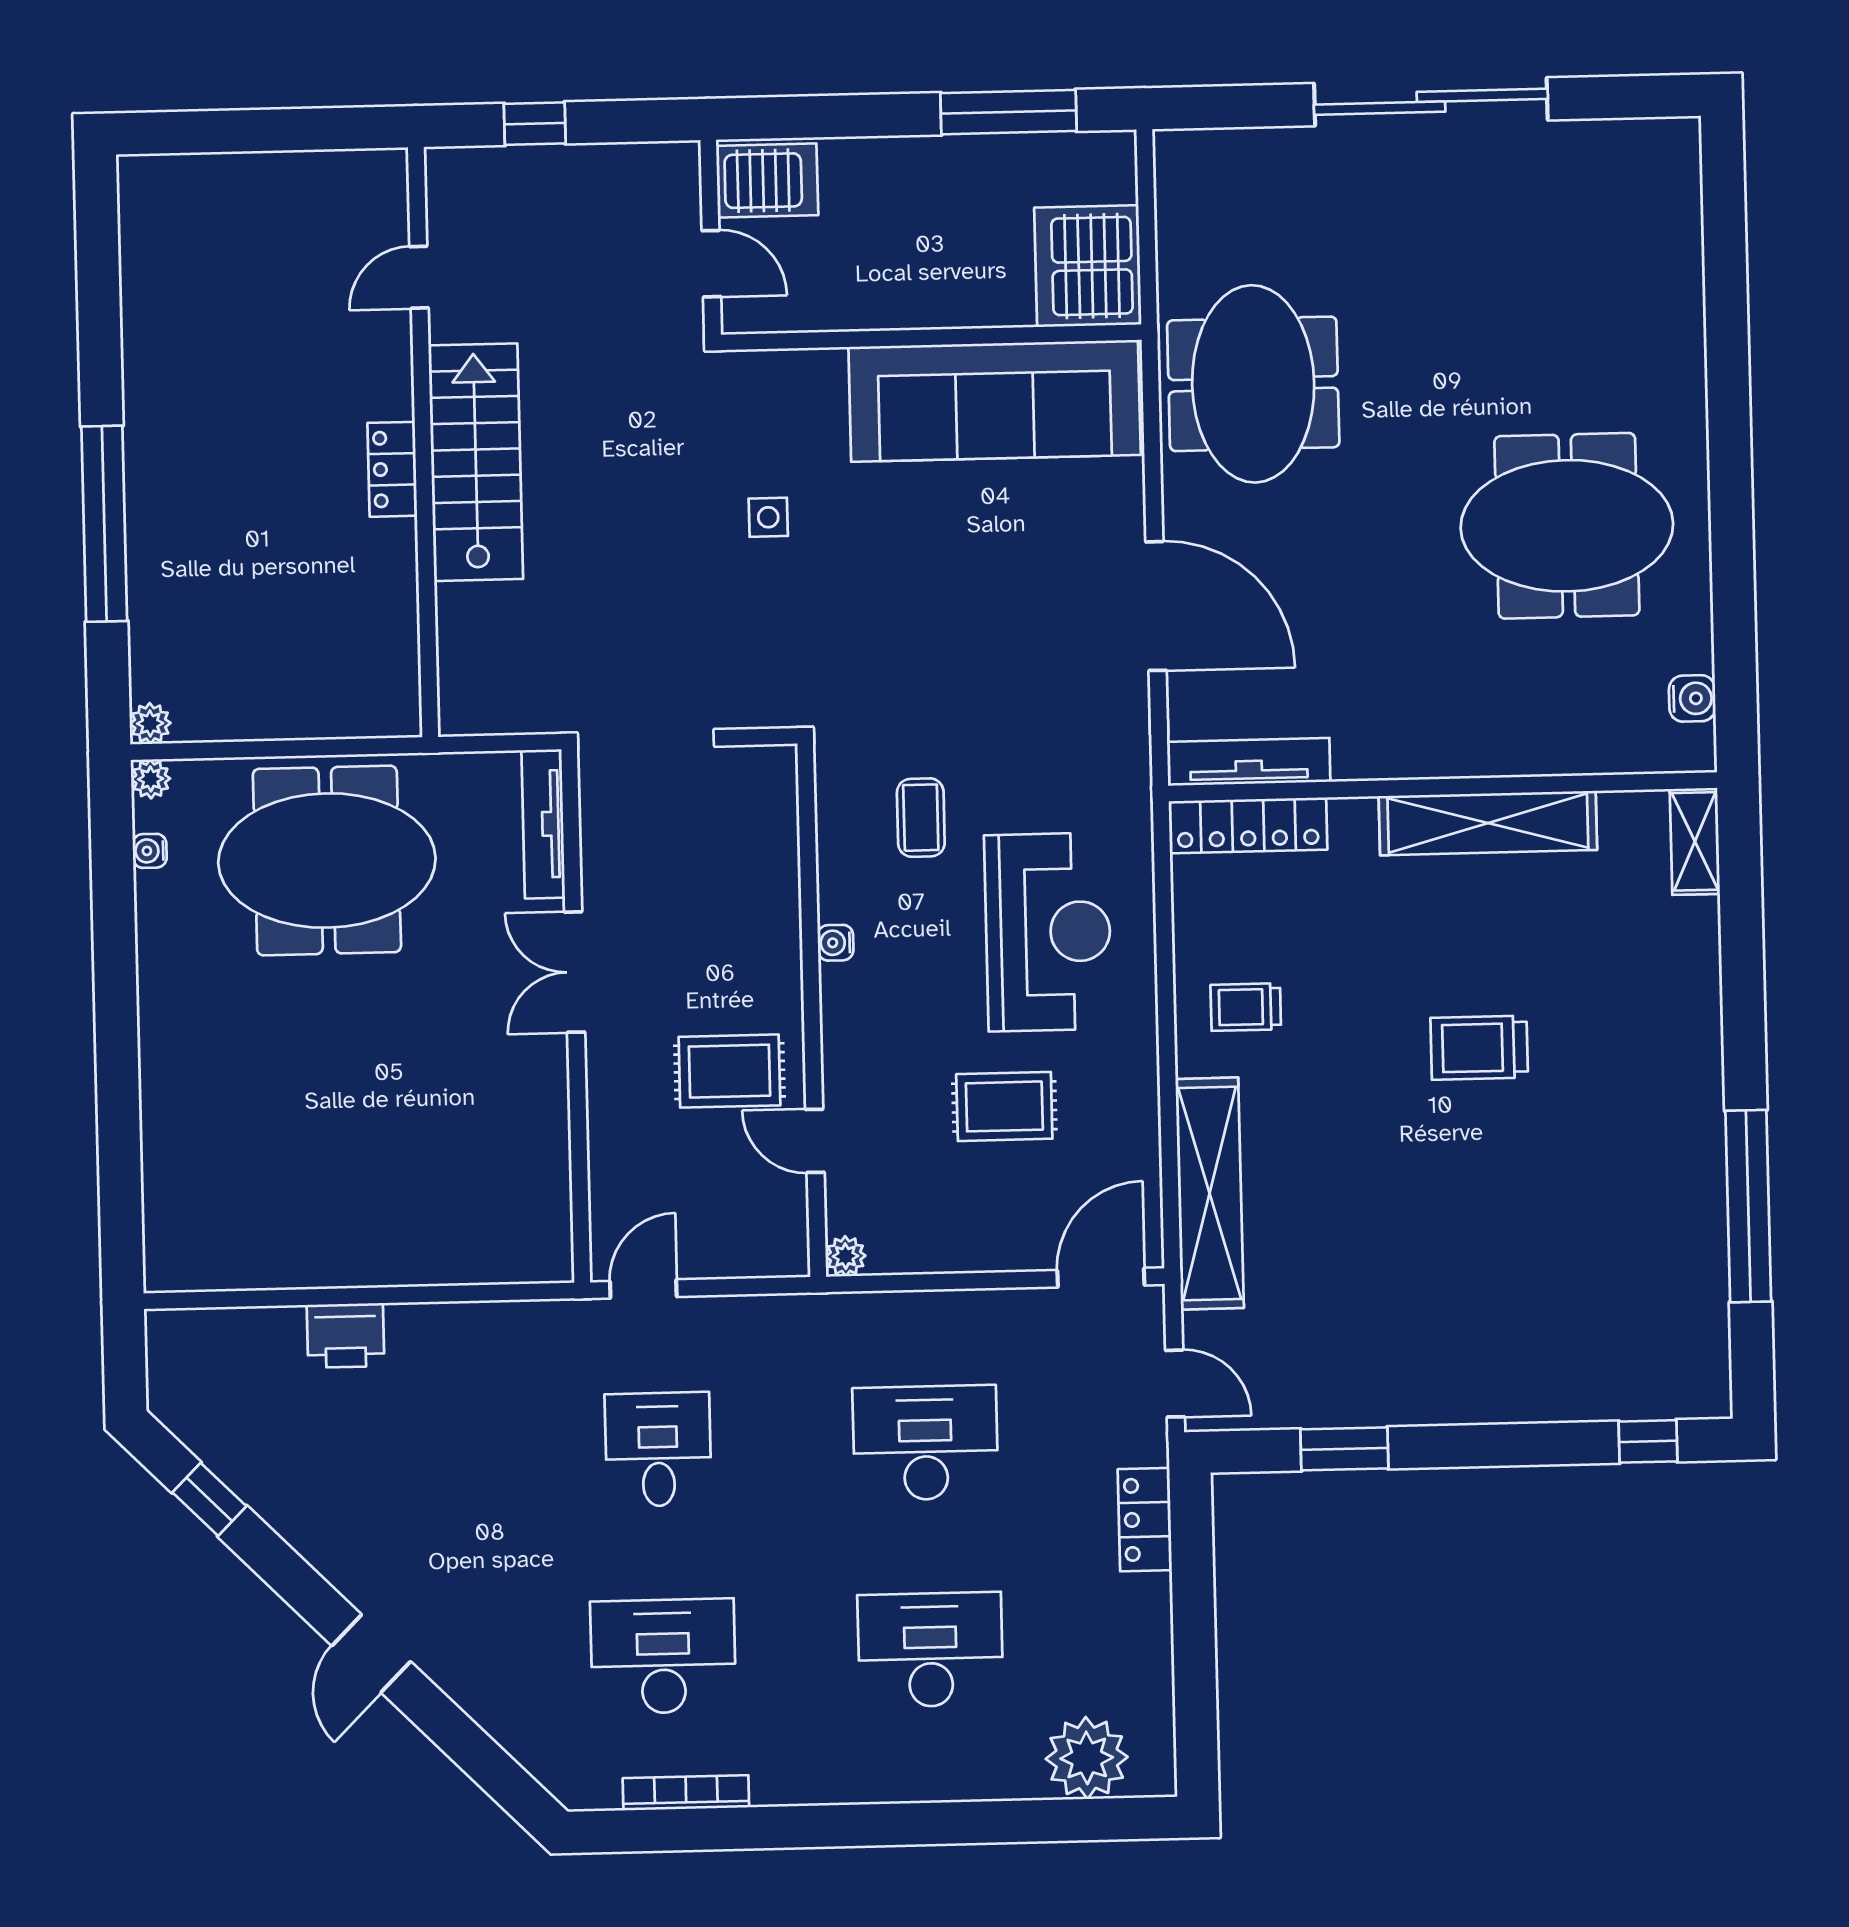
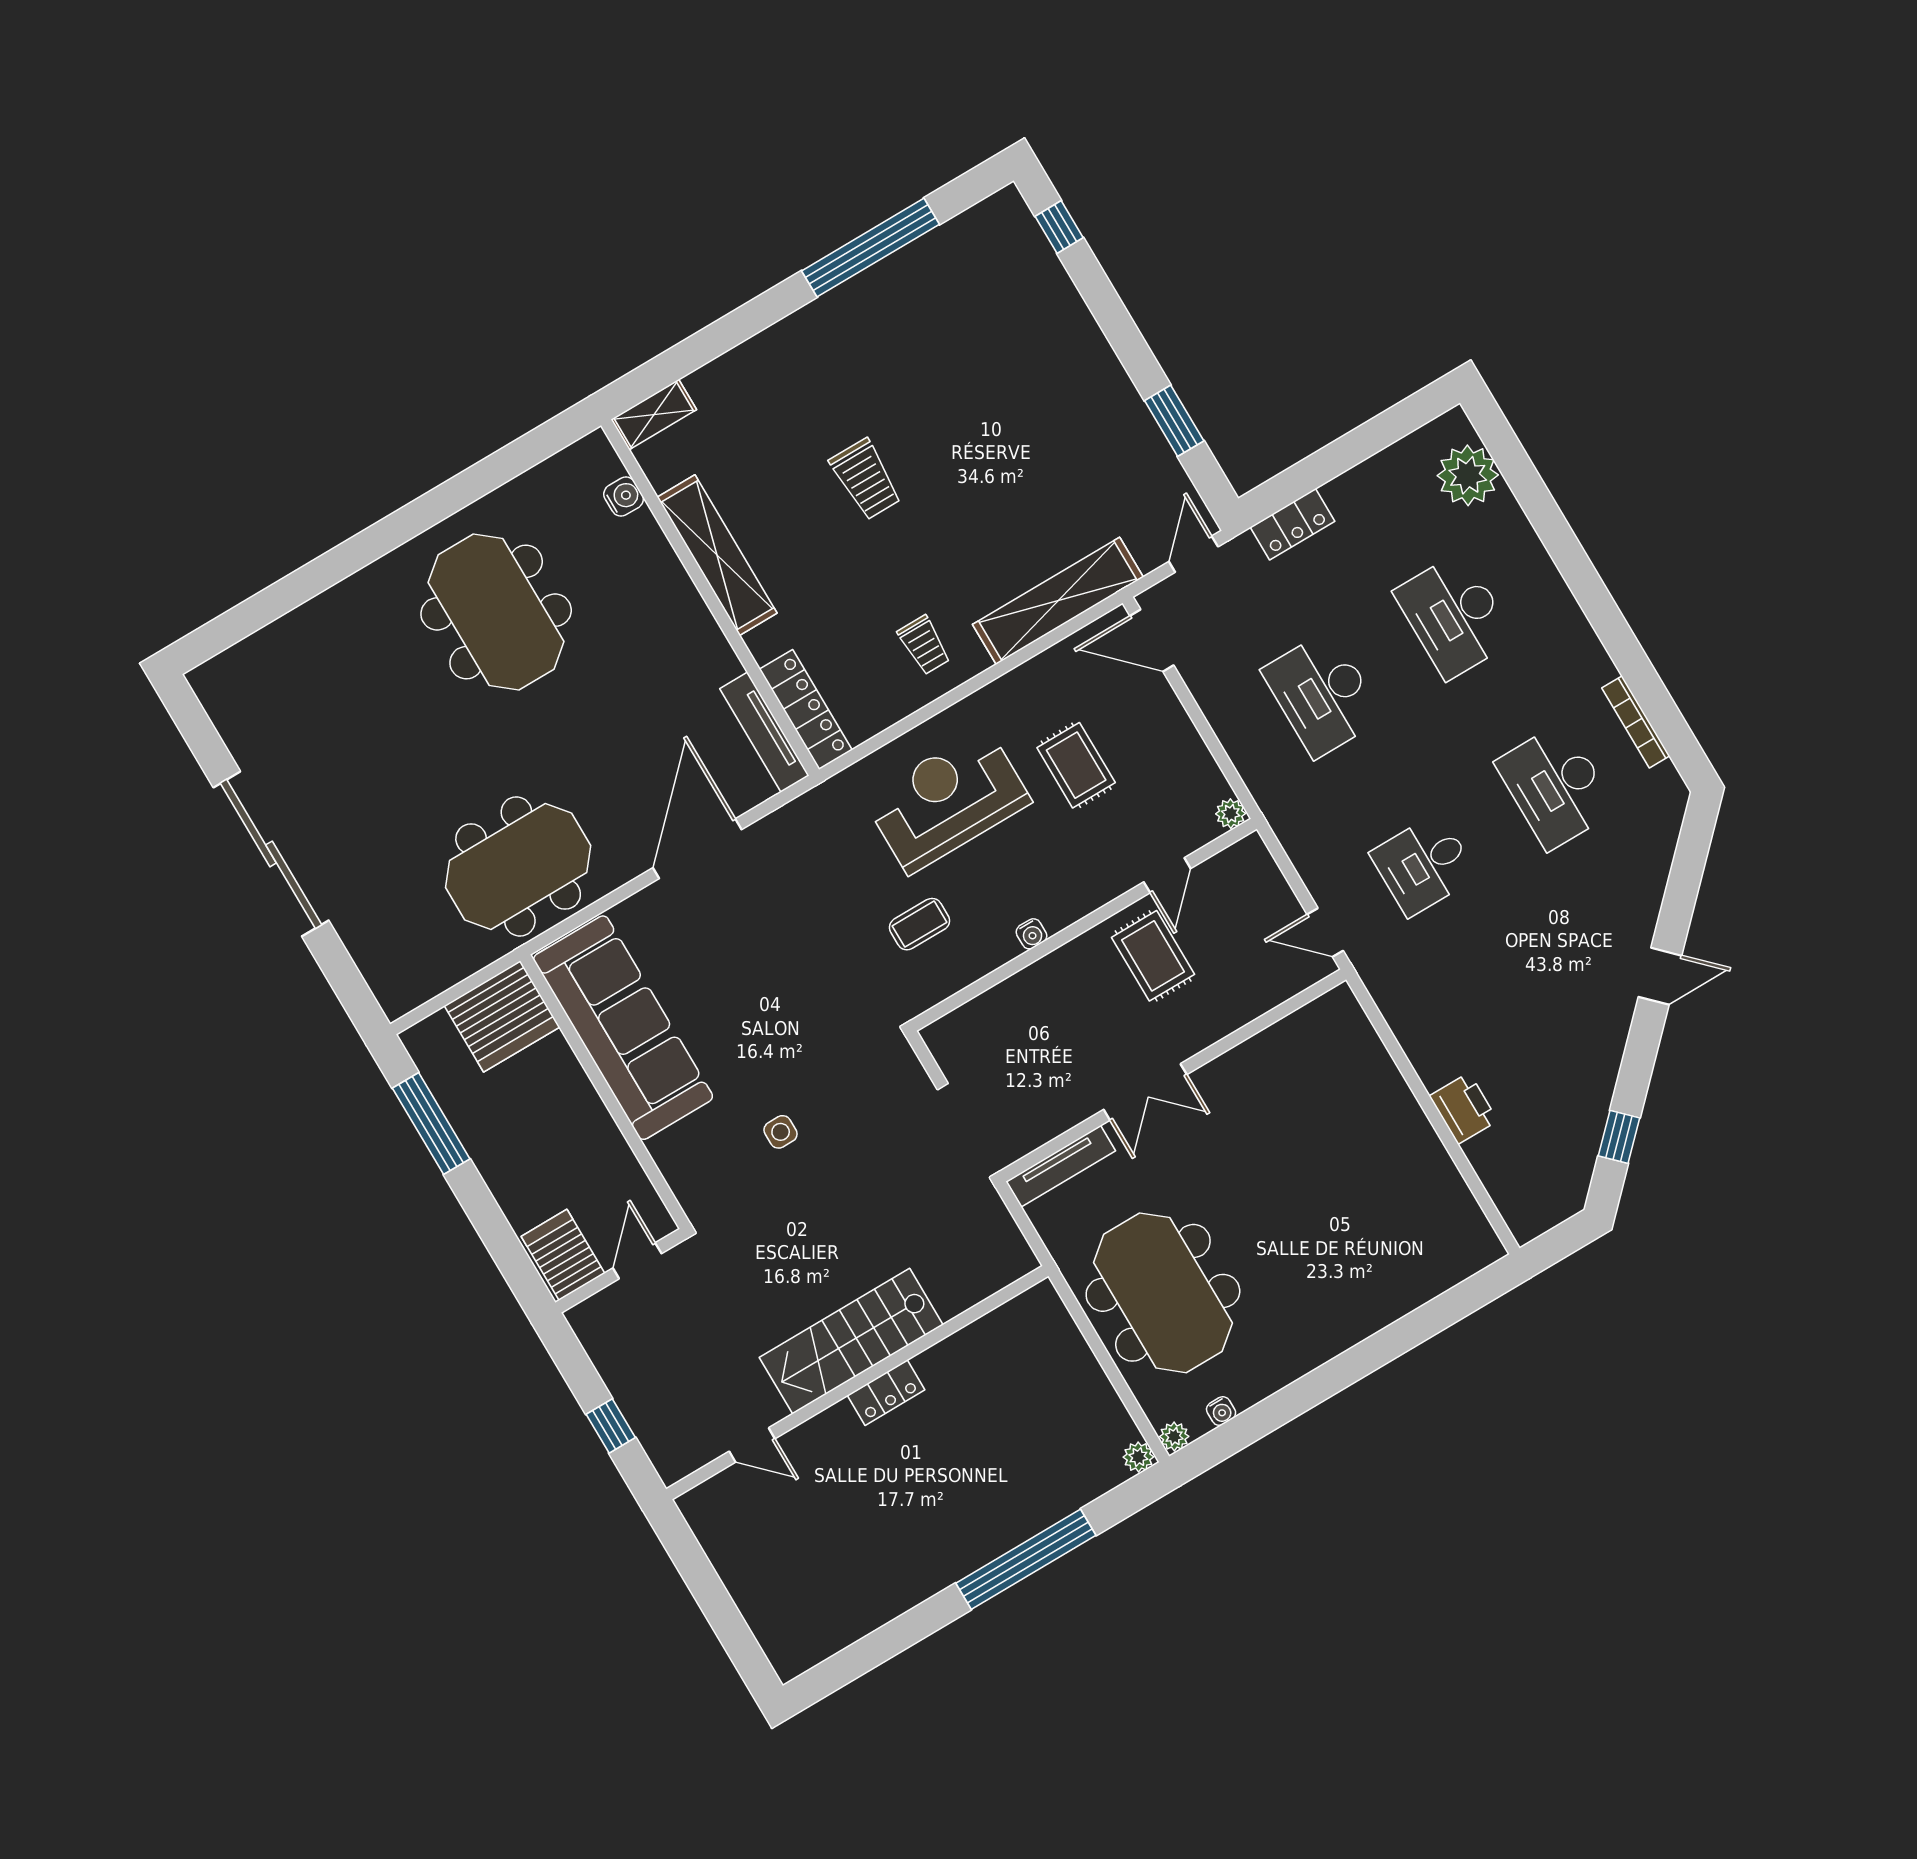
water cooler: (1692, 698) -> (624, 497), moved, turned 90

